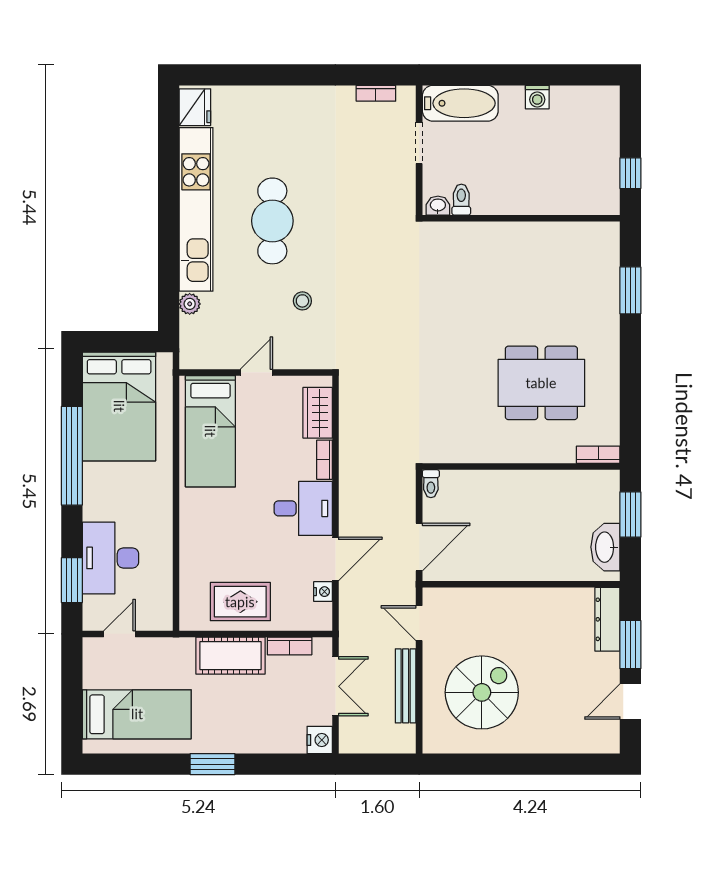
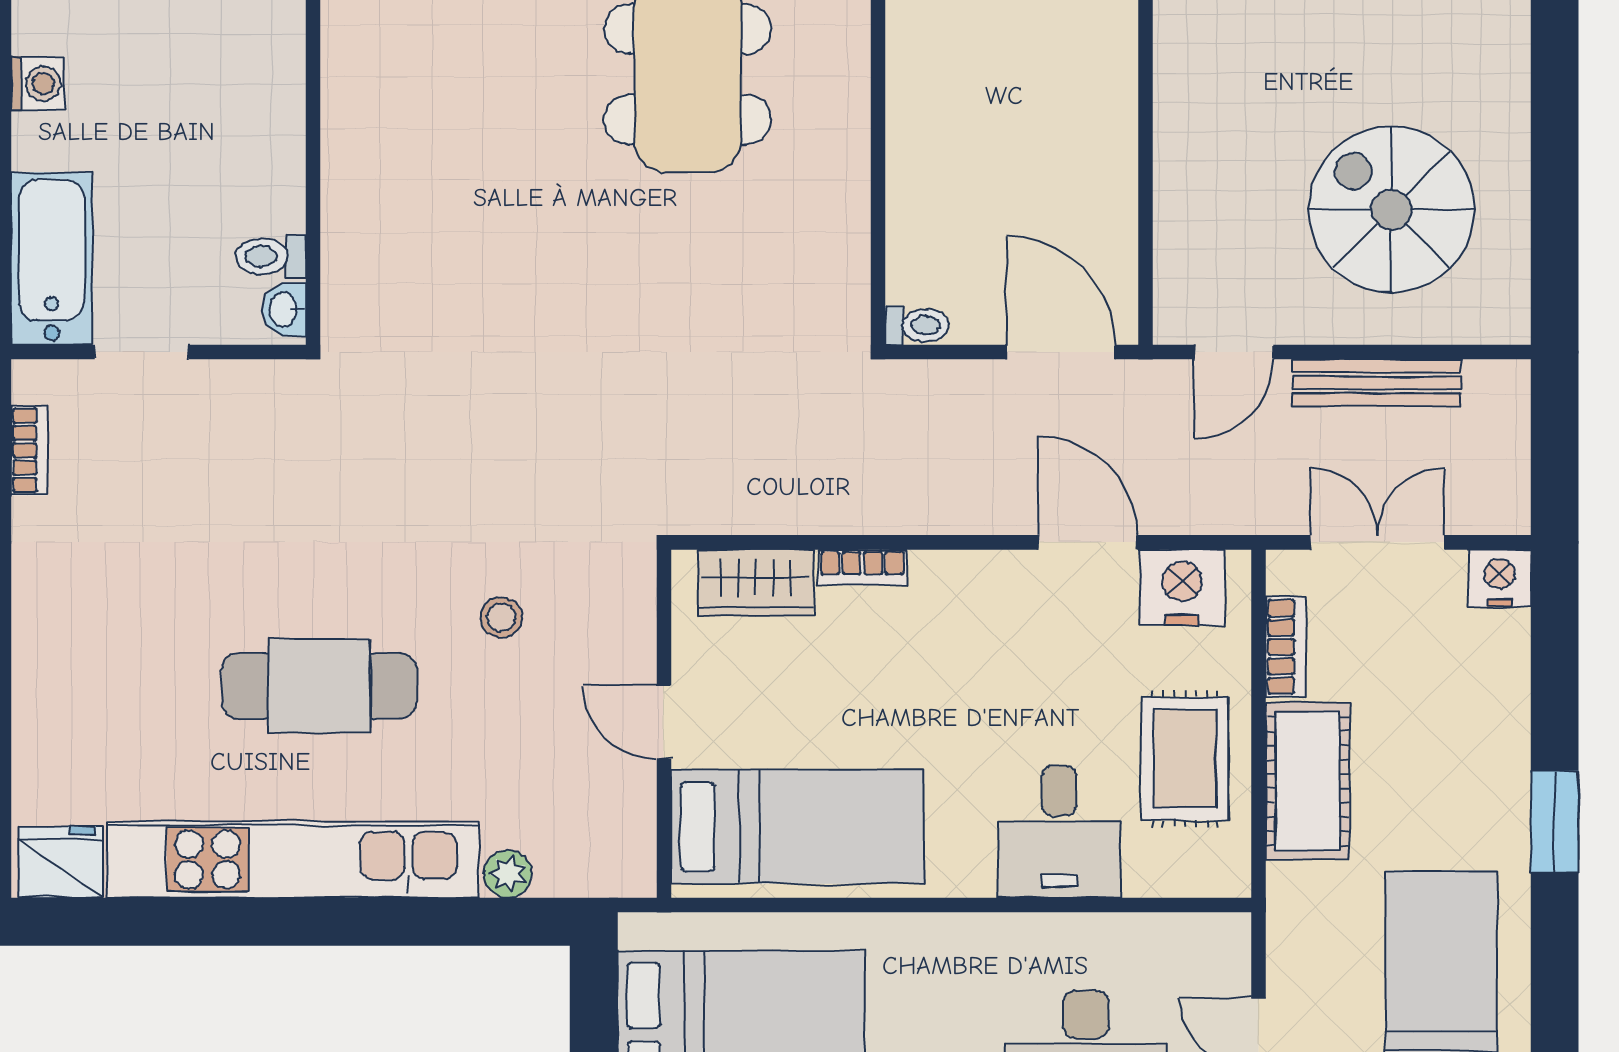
desk: (303, 508) -> (1059, 832), moved, turned 180
nightstand: (323, 592) -> (1182, 588), width x1.89, depth x1.79

